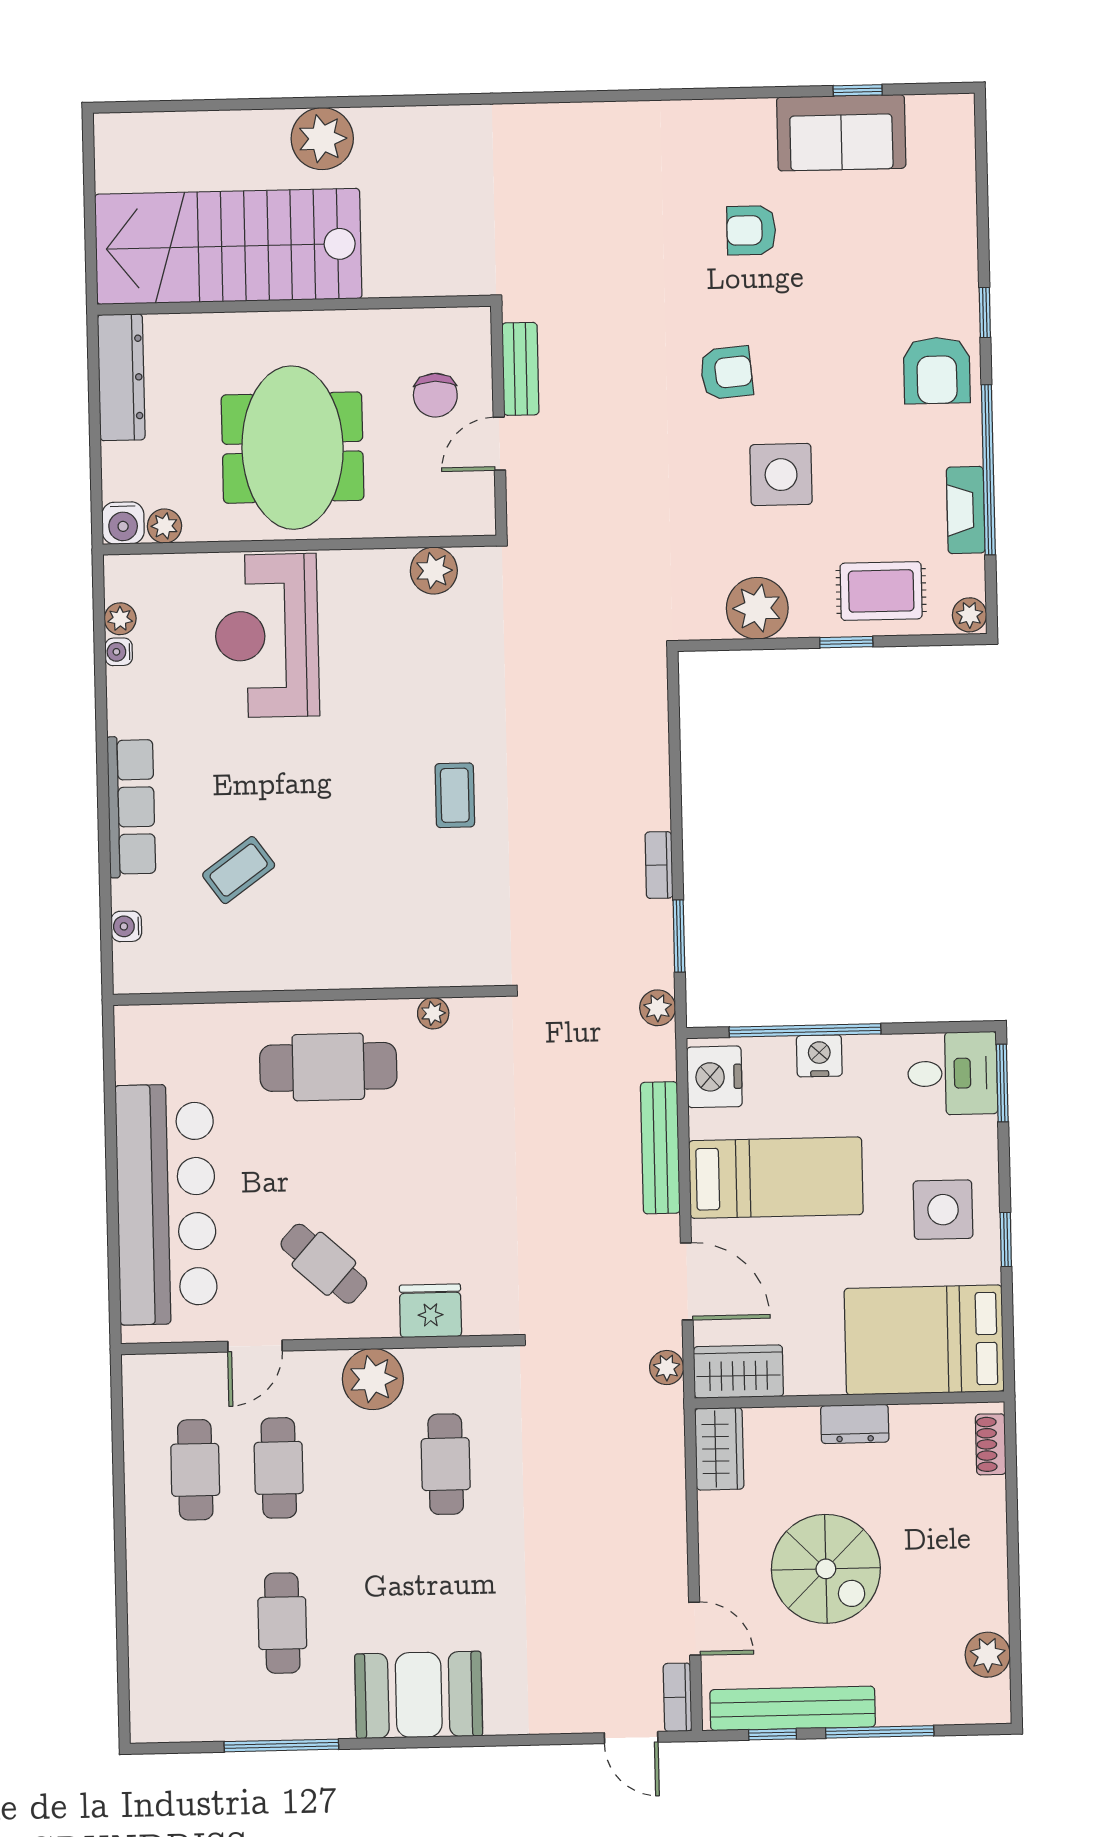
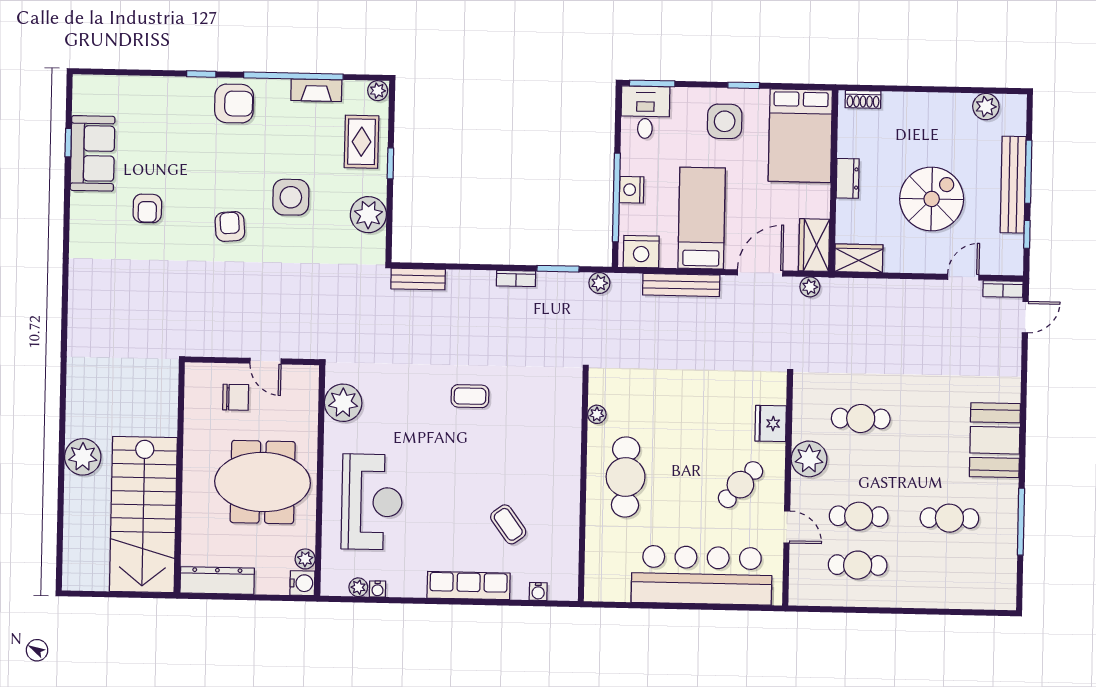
bench: (520, 369) -> (418, 279), moved
plant: (434, 571) -> (343, 403), width x1.36, depth x1.36
reception desk: (267, 636) -> (372, 502), turned -90
bench: (793, 1708) -> (1013, 185), moved

